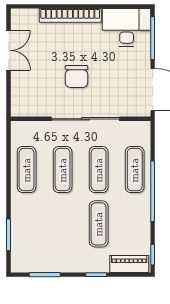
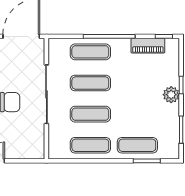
exercise mat: (99, 224) -> (137, 145), moved
plant: (85, 263) -> (171, 95), added
piano: (129, 264) -> (148, 46), moved, turned -90

